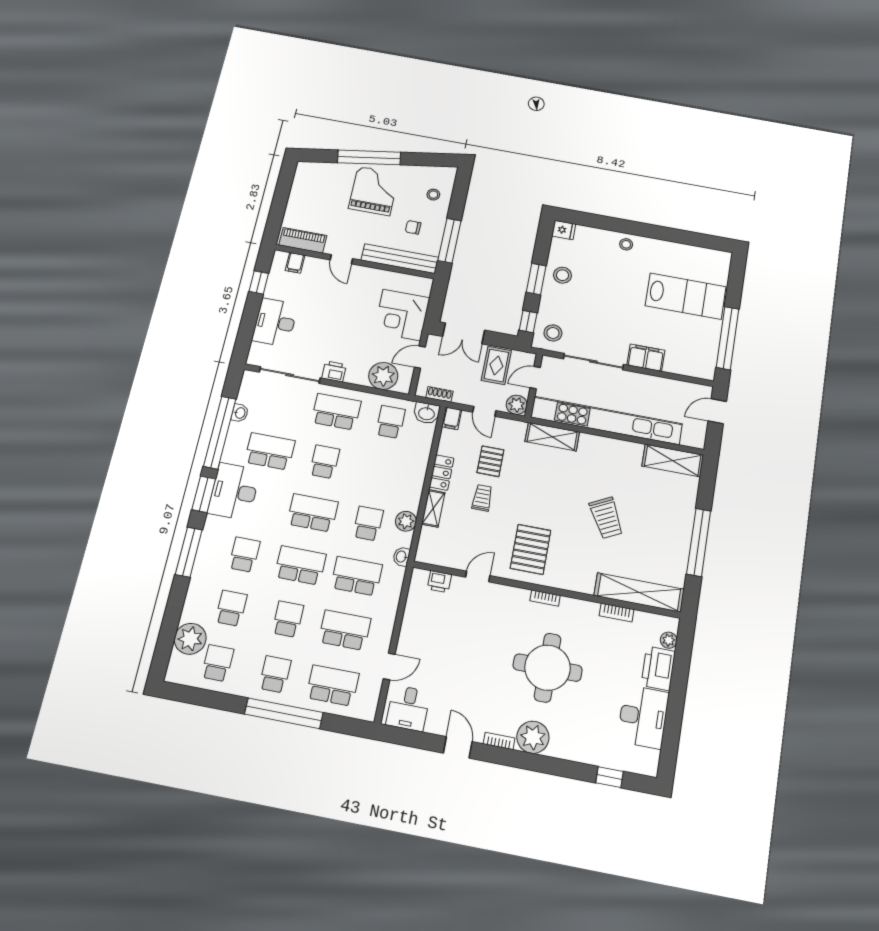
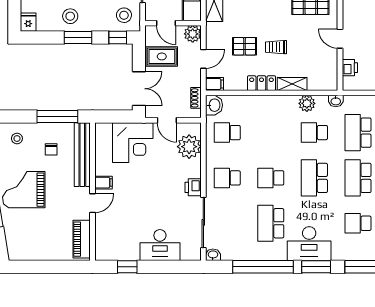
filing cabinet: (295, 263) -> (103, 183), moved
school desk: (336, 412) -> (227, 178), width x0.54
washbasin: (240, 413) -> (213, 255), moved

